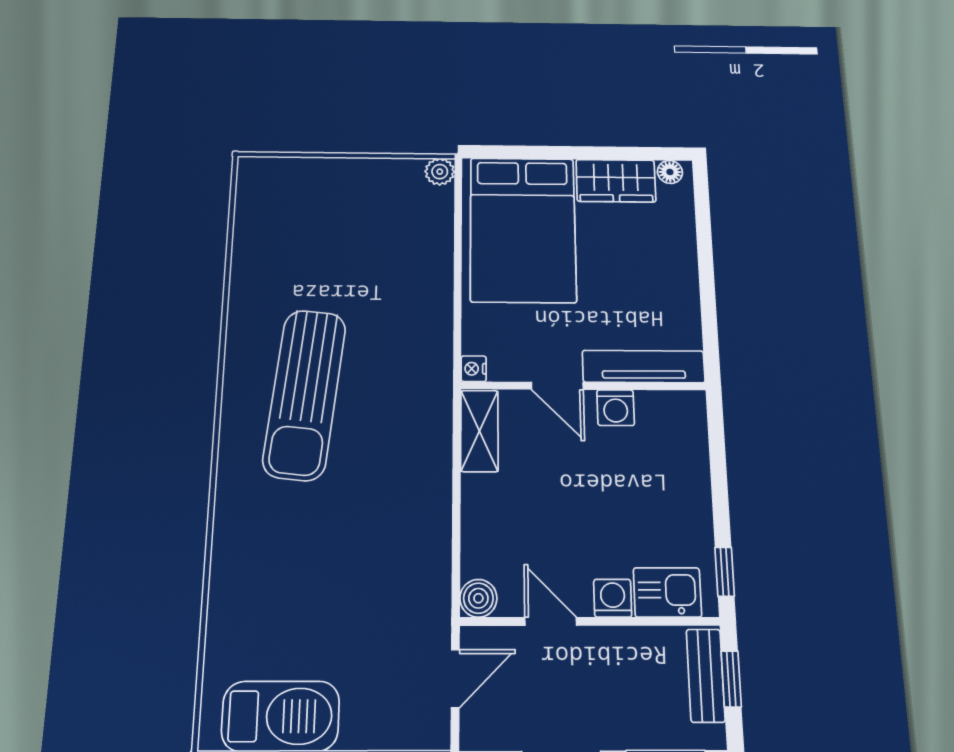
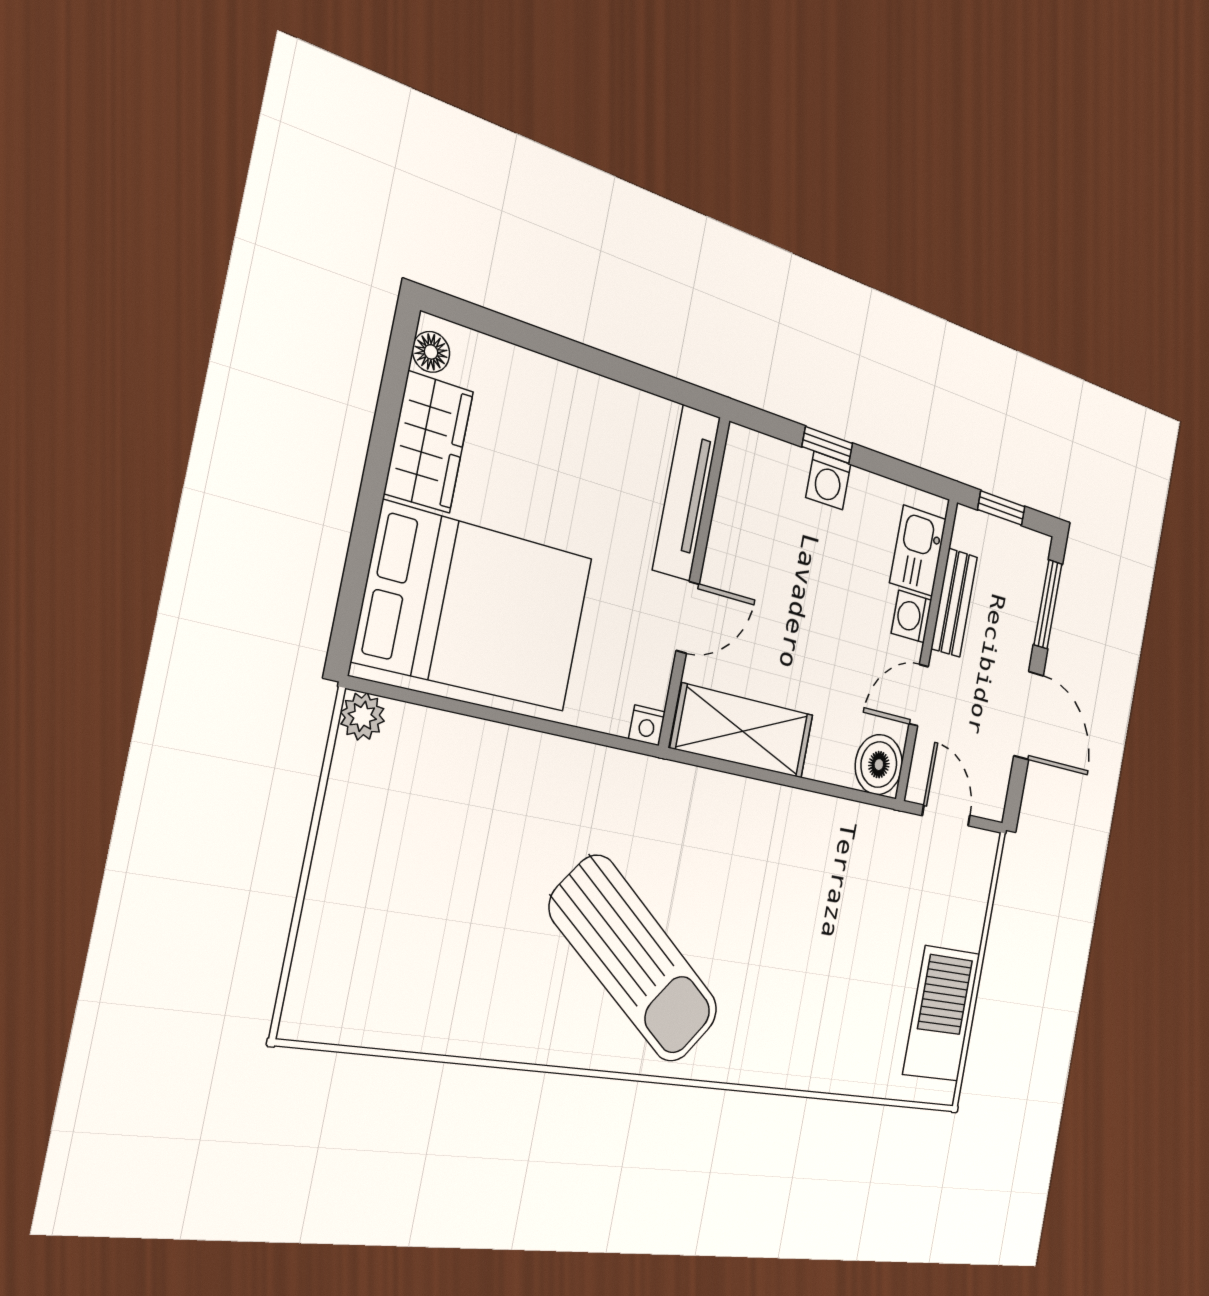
sun lounger: (305, 394) -> (635, 960), turned 32
washing machine: (616, 408) -> (828, 481), moved, turned 90
shelving: (479, 431) -> (743, 731), width x1.50, depth x1.33
window: (725, 572) -> (827, 445), moved
boiler: (478, 598) -> (879, 765), width x1.36, depth x1.36
bench: (706, 675) -> (954, 603), moved, turned 90

